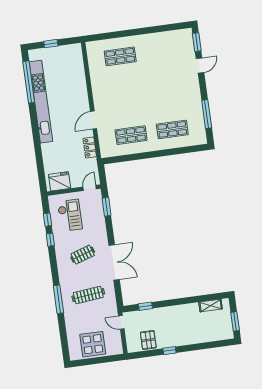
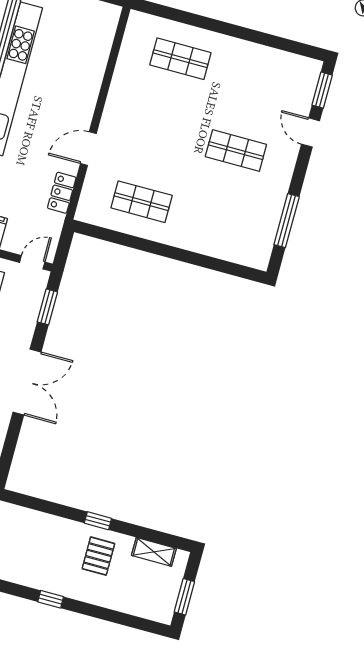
door: (200, 65) -> (311, 132), swing flipped
shop shelf: (172, 129) -> (236, 151), moved
double door: (114, 262) -> (27, 382), moved
window: (145, 306) -> (98, 521), moved
pallet: (148, 340) -> (98, 556), moved

